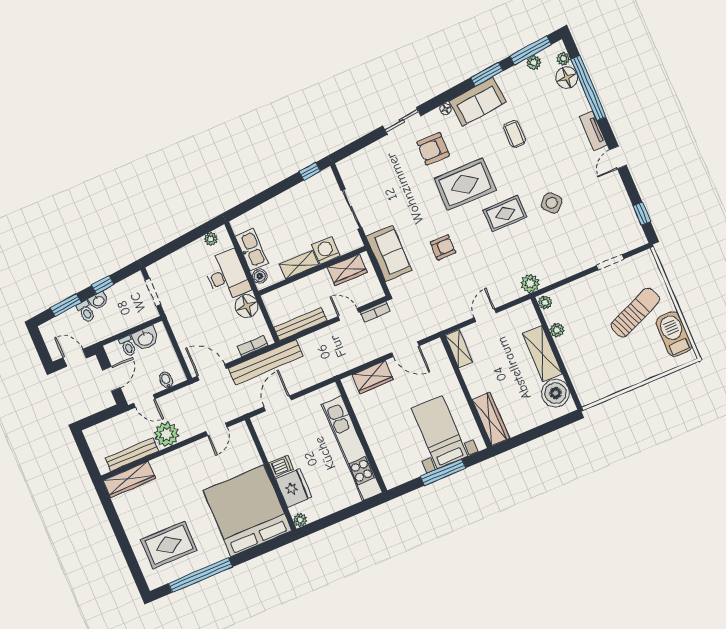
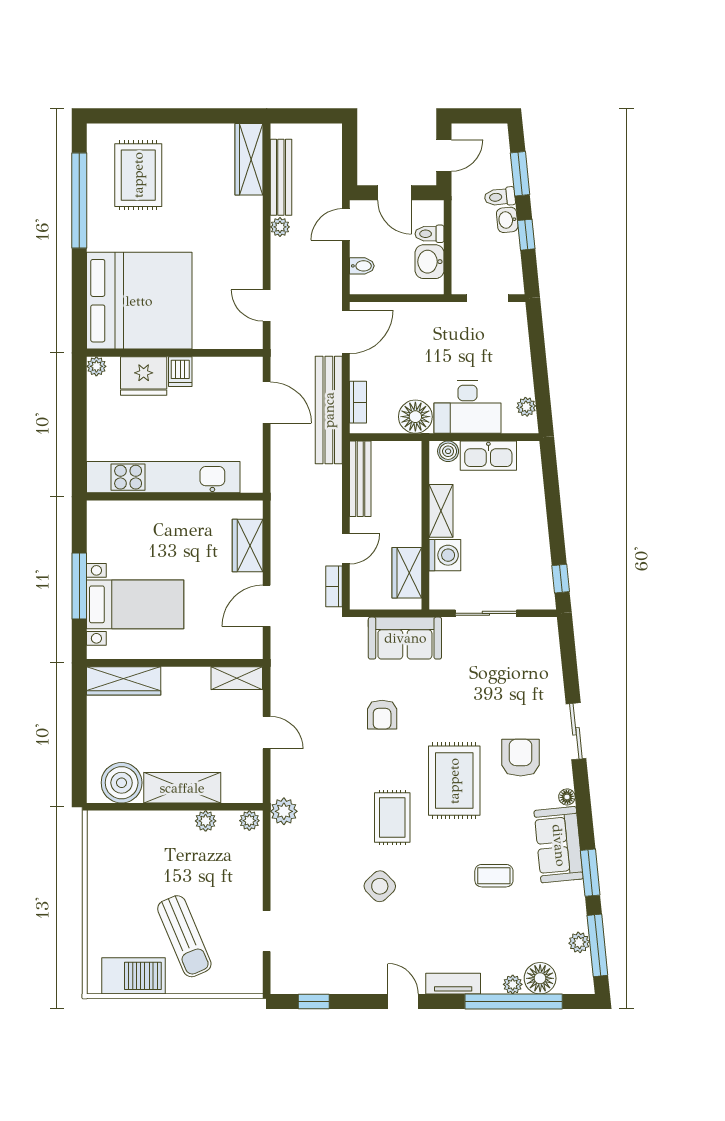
plant: (563, 59) -> (513, 984), moved
plant: (167, 434) -> (280, 227), width x0.53, depth x0.53

